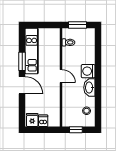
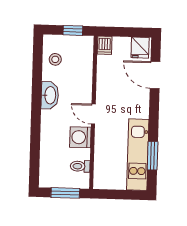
window: (22, 61) -> (153, 156), moved
washing machine: (88, 71) -> (80, 137), moved, turned 180
door: (22, 85) -> (155, 75), moved
dishwasher: (43, 121) -> (105, 45), moved

